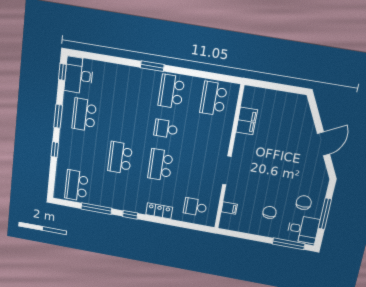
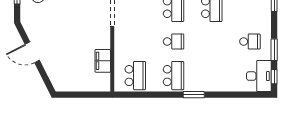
school desk: (84, 115) -> (250, 42), width x0.54
window: (58, 116) -> (274, 50), moved
door: (324, 144) -> (32, 52), hinge flipped

